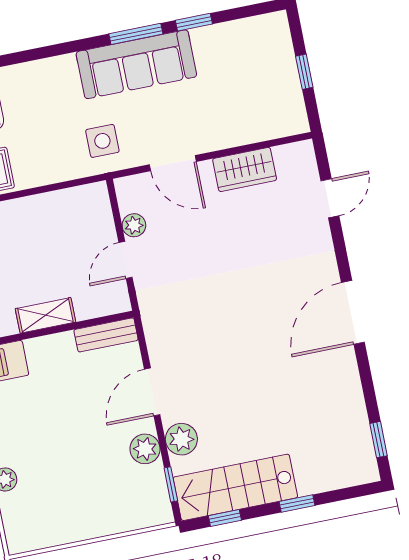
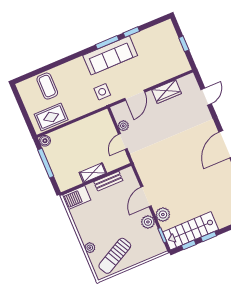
door: (173, 163) -> (135, 95), hinge flipped
bench: (106, 335) -> (108, 181), moved
window: (297, 503) -> (209, 237), moved
sun lounger: (57, 509) -> (115, 256), added

